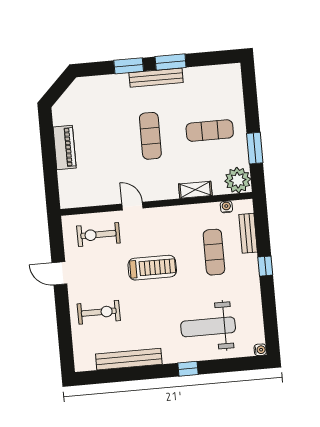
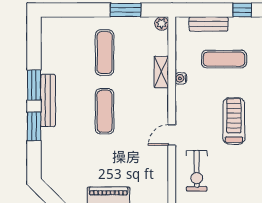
exercise mat: (150, 136) -> (105, 111), turned 90
plant: (238, 180) -> (162, 23), width x0.53, depth x0.53
water cooler: (226, 207) -> (181, 78), moved

